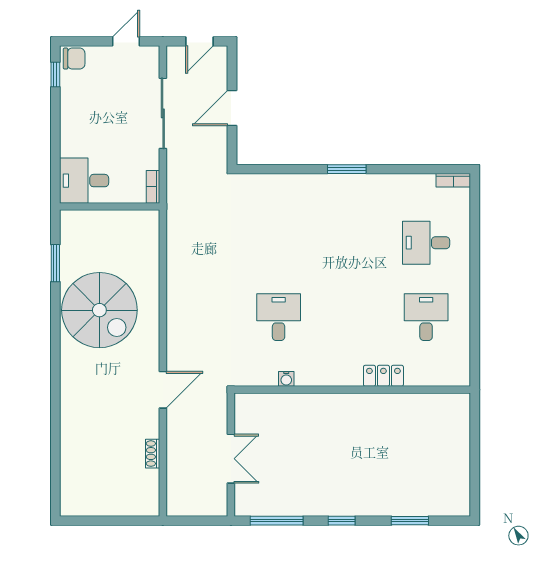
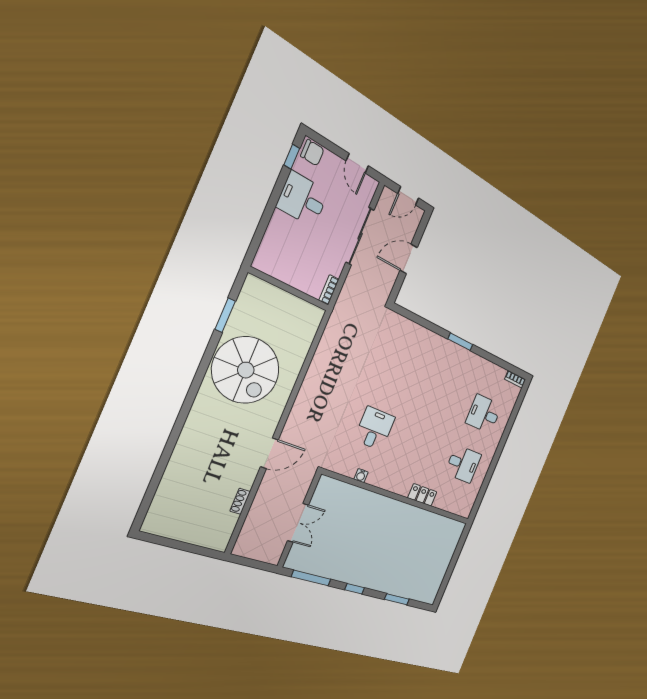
door: (126, 41) -> (357, 163), swing flipped
desk: (84, 181) -> (303, 199), moved
desk: (426, 317) -> (463, 464), turned 90

